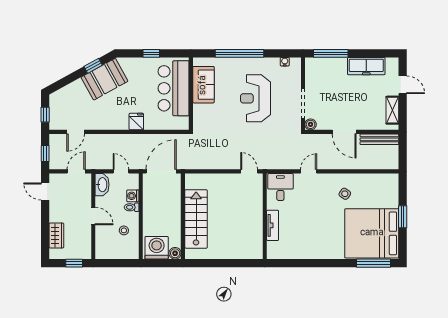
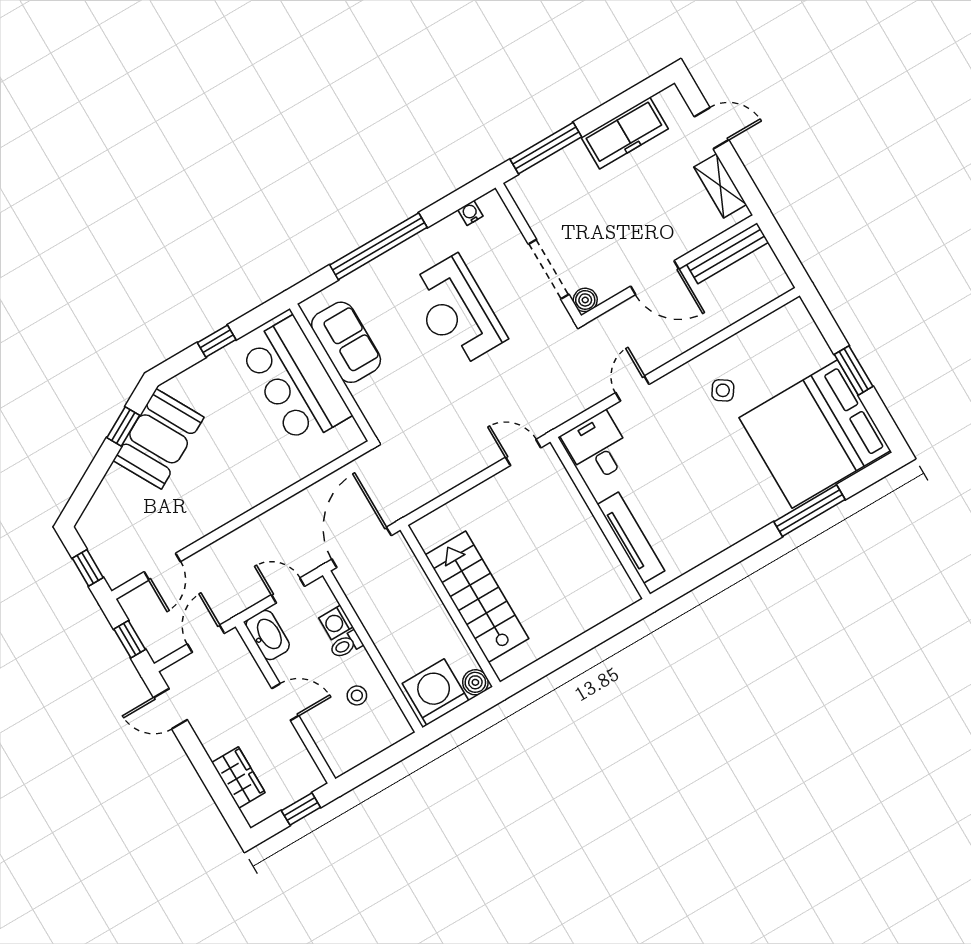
fridge: (136, 122) -> (262, 482), removed
tv unit: (273, 225) -> (631, 538), width x1.41
window: (373, 263) -> (810, 511), moved

